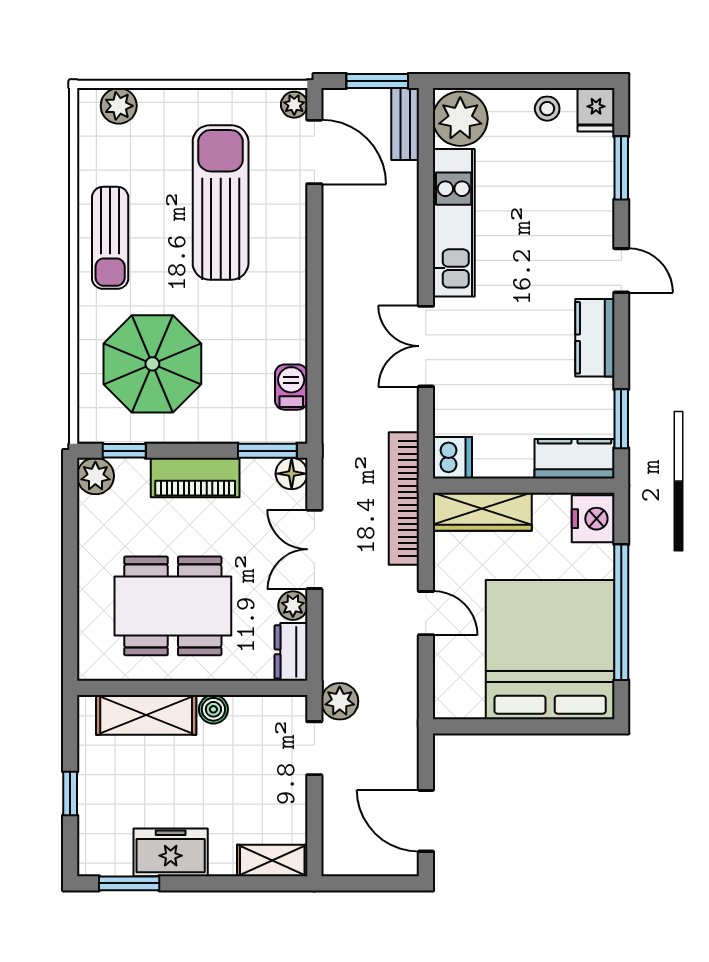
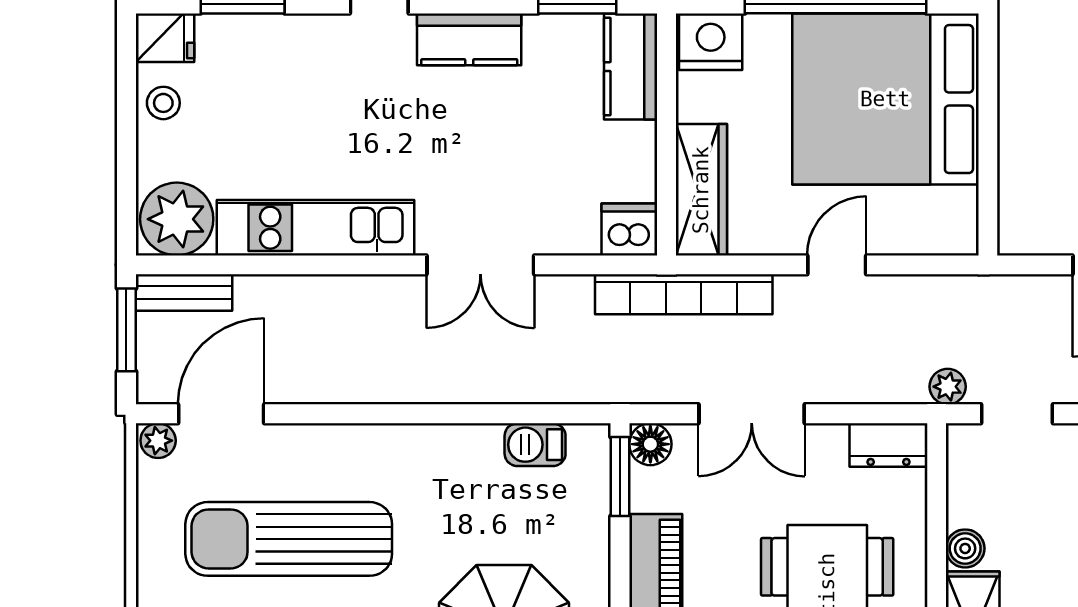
plant: (293, 606) -> (827, 442), removed
plant: (340, 701) -> (948, 387), width x0.73, depth x0.73

